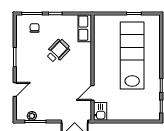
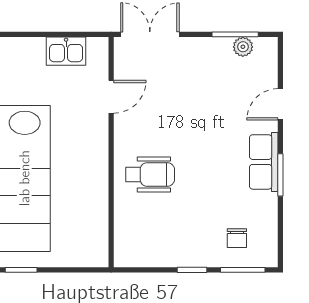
row of seats: (85, 28) -> (264, 162), moved, turned 180
wheelchair: (58, 51) -> (150, 174), moved, turned -134
kitchen sink: (100, 111) -> (66, 51), moved, turned -90

